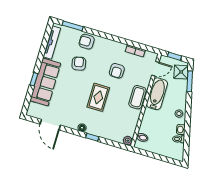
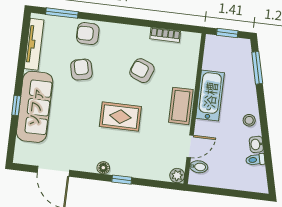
door: (155, 69) -> (190, 146), moved
armchair: (117, 71) -> (142, 71), turned 112
shower: (181, 72) -> (242, 56), removed
rug: (98, 97) -> (120, 117), turned 90

